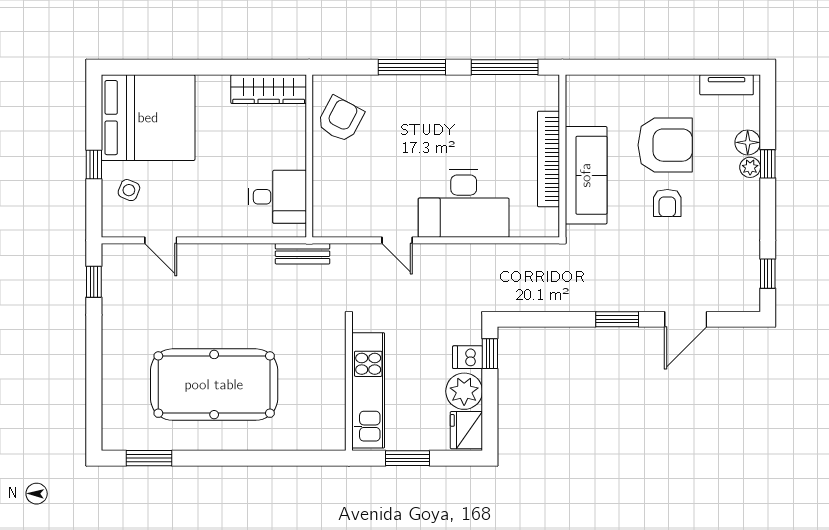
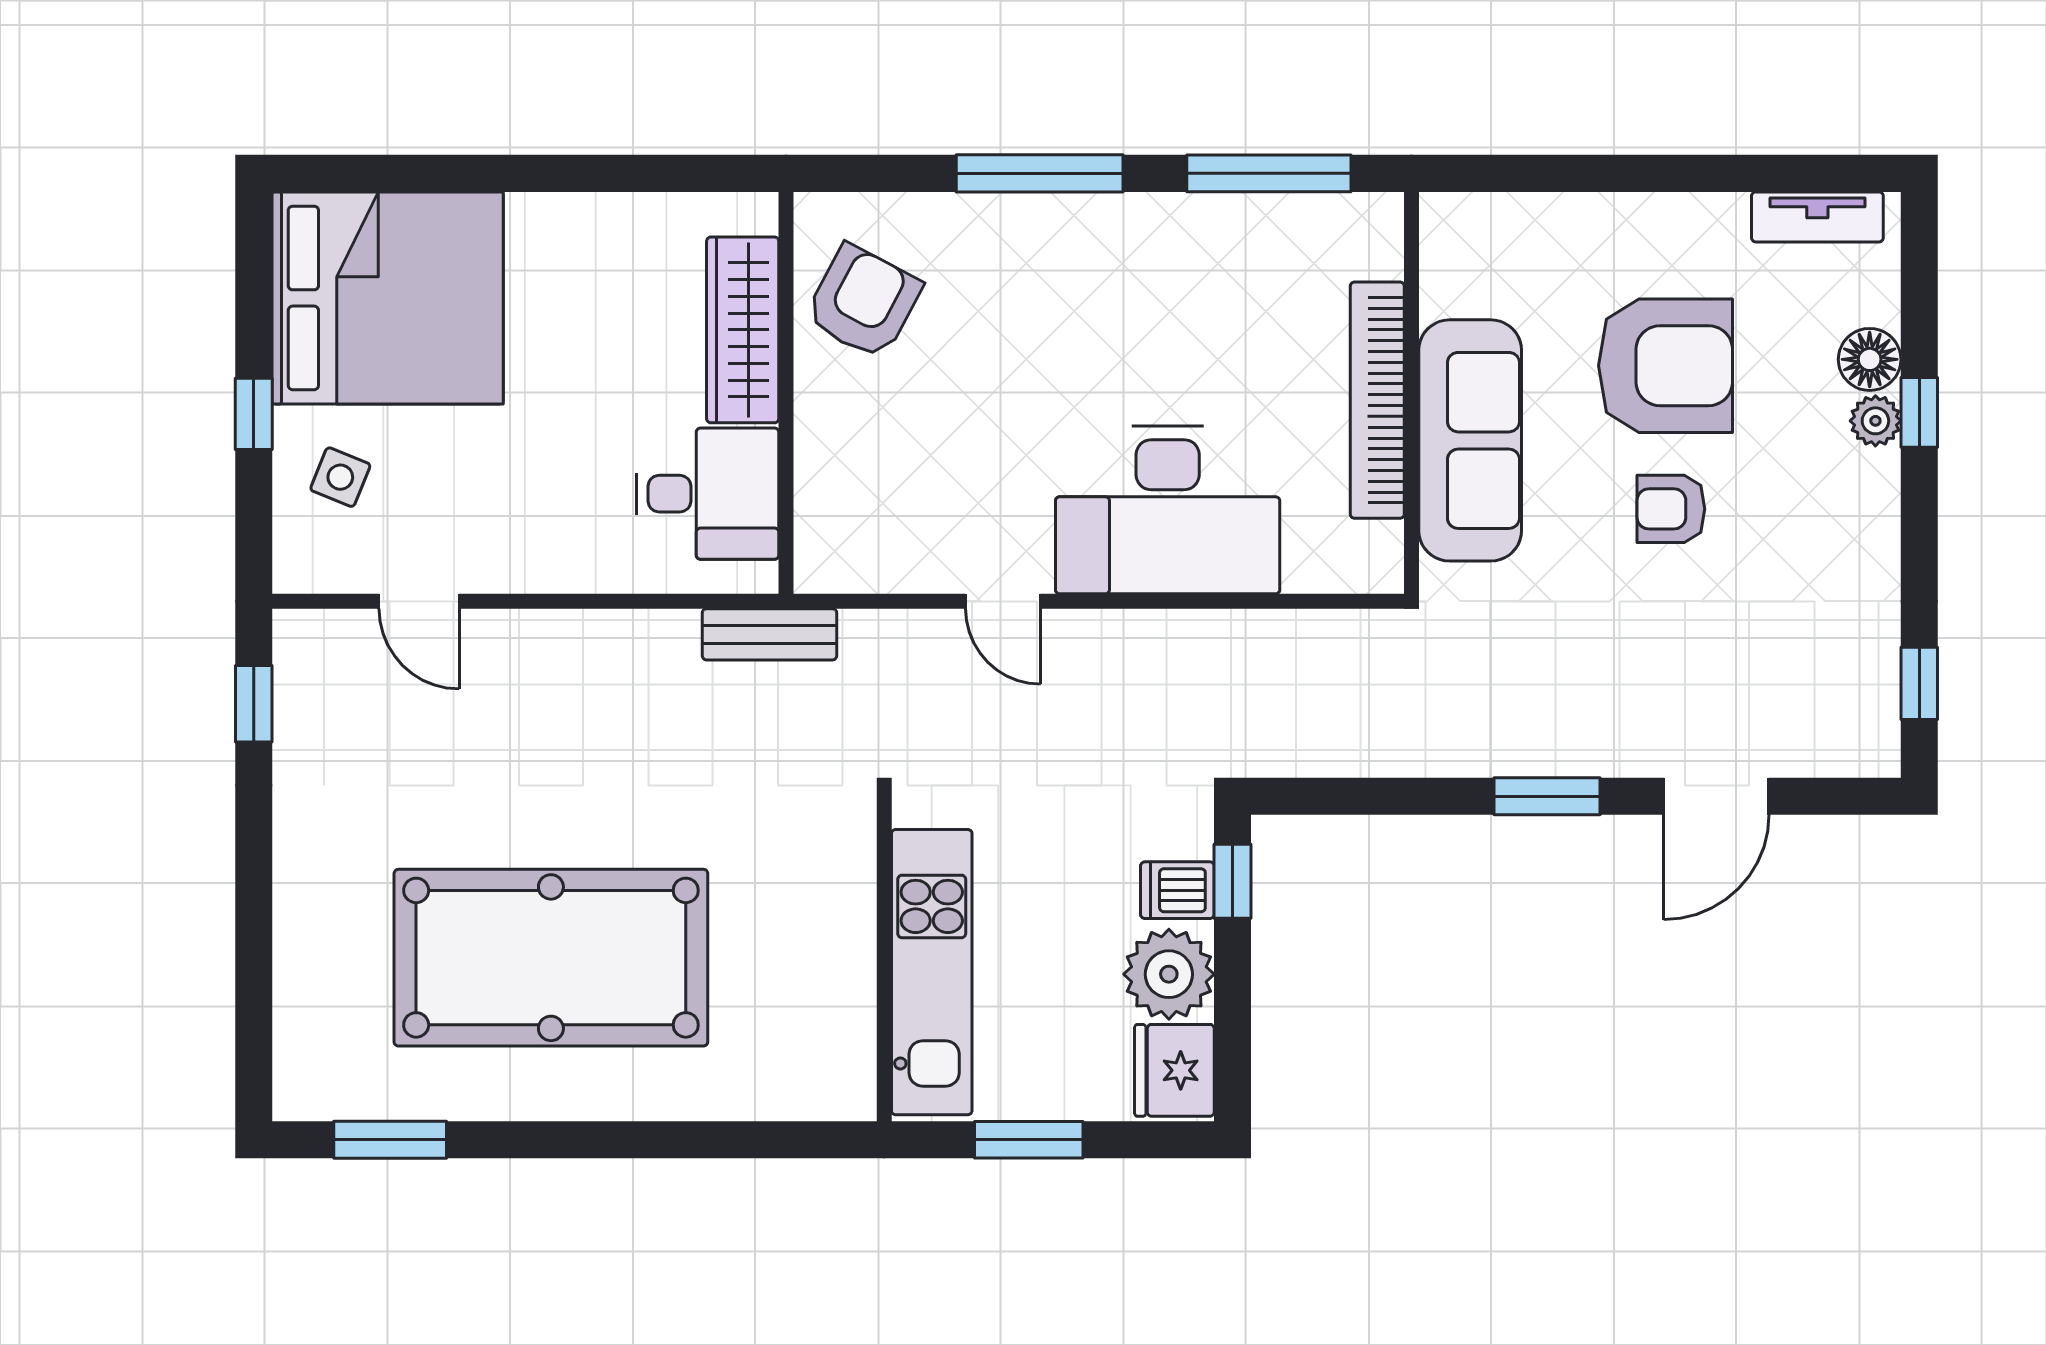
wardrobe: (269, 89) -> (743, 330), moved, turned 90
armchair: (667, 203) -> (1671, 509), turned 90

